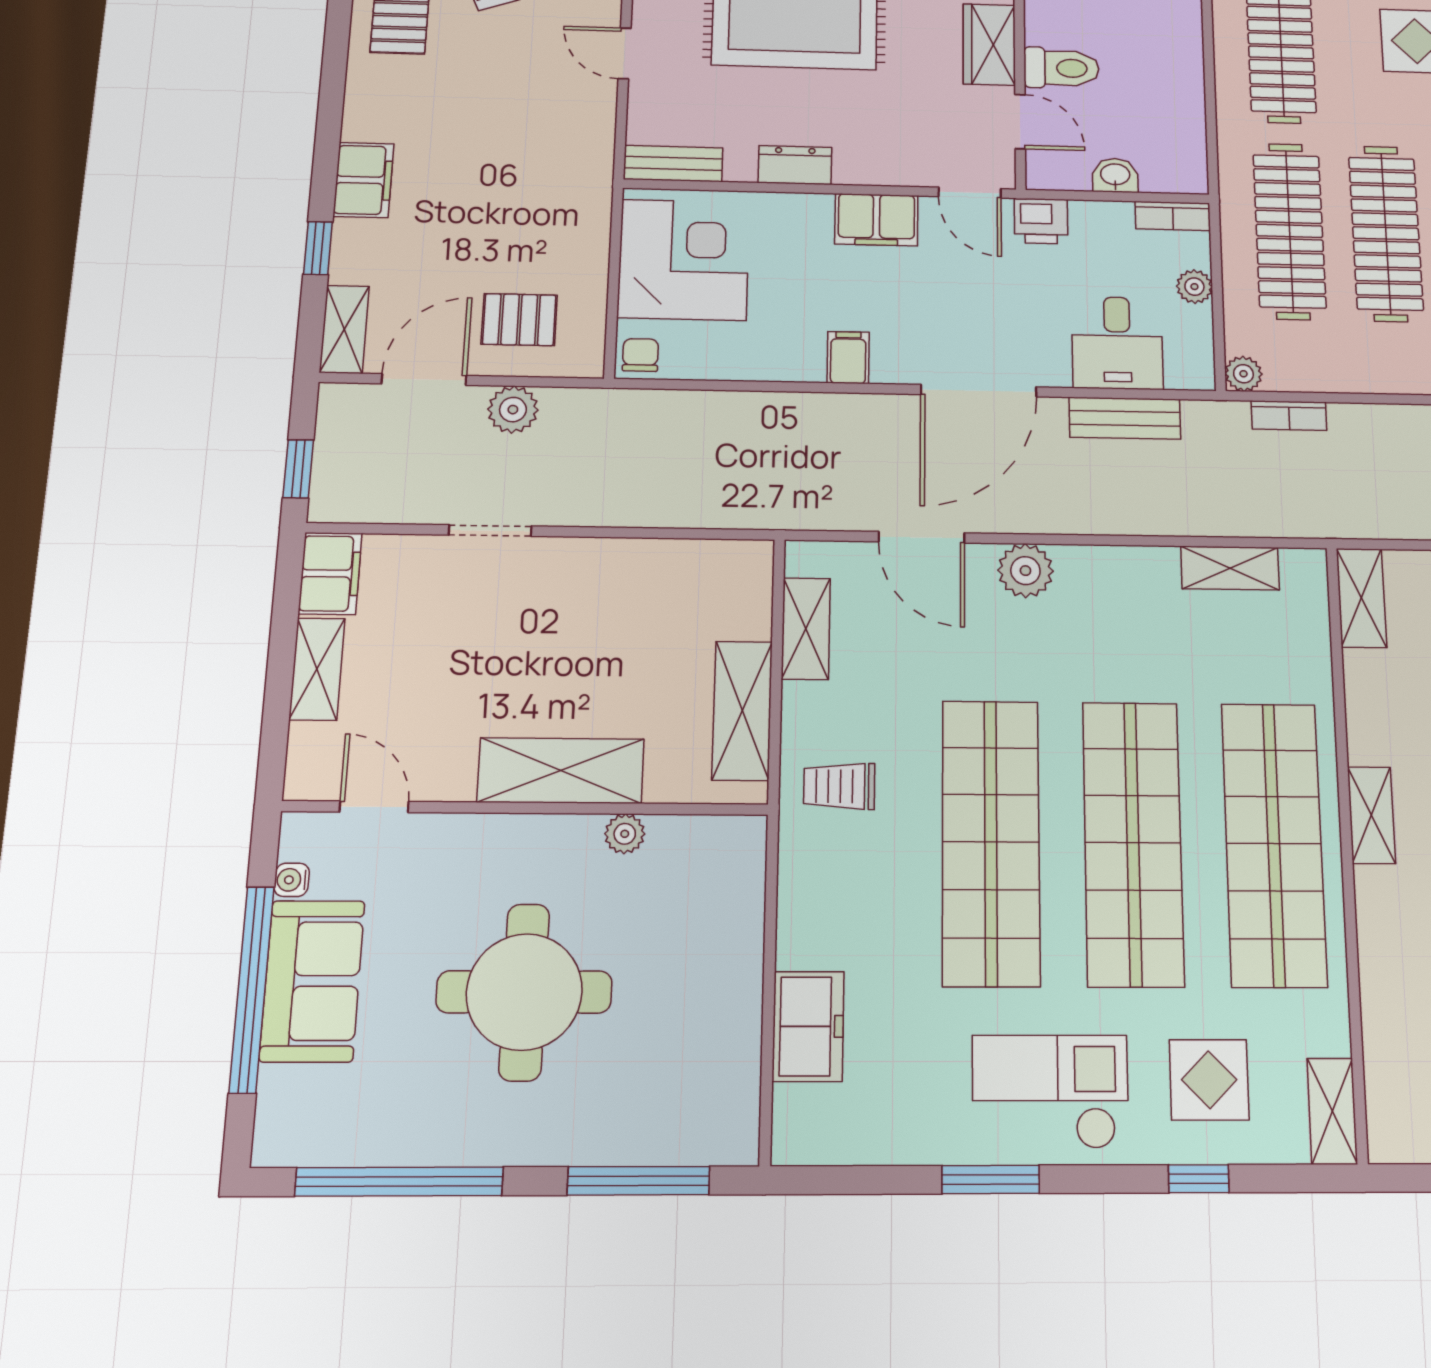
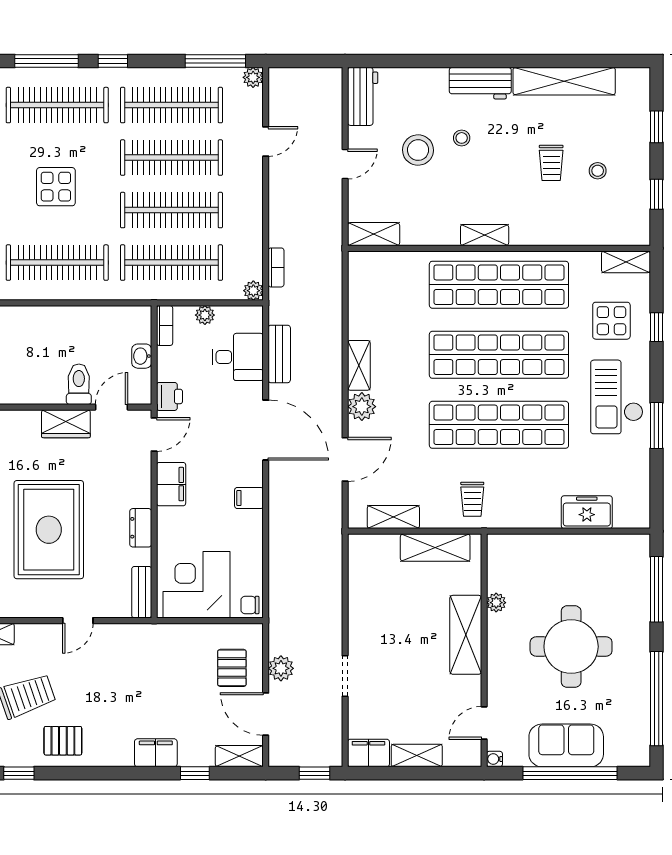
shelving: (1230, 568) -> (359, 365), moved
water cooler: (292, 880) -> (494, 759), moved, turned 90

